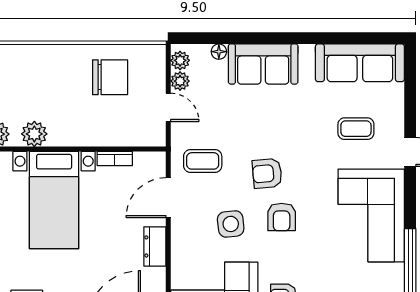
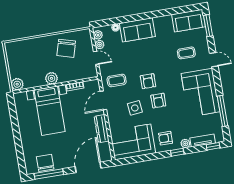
sofa: (360, 63) -> (189, 21), width x0.73
chair: (110, 77) -> (66, 48), turned 106
window: (410, 80) -> (208, 26), added
plant: (34, 134) -> (52, 78), moved
armchair: (267, 173) -> (148, 81), turned -85
dresser: (155, 246) -> (102, 129), width x1.44

